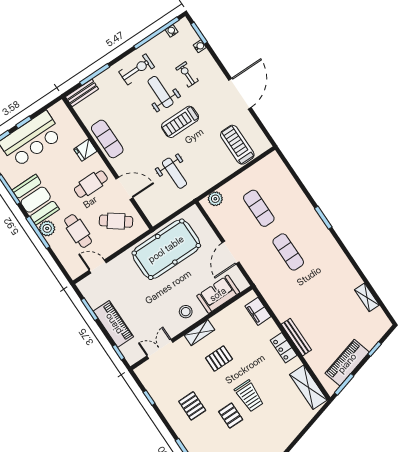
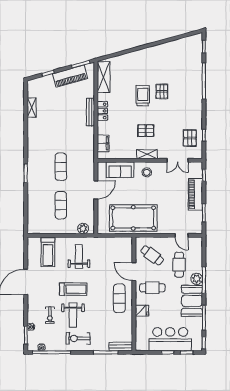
exercise mat: (107, 139) -> (119, 298), moved
weight bench: (174, 173) -> (79, 257), moved
pallet: (192, 406) -> (190, 138), moved

